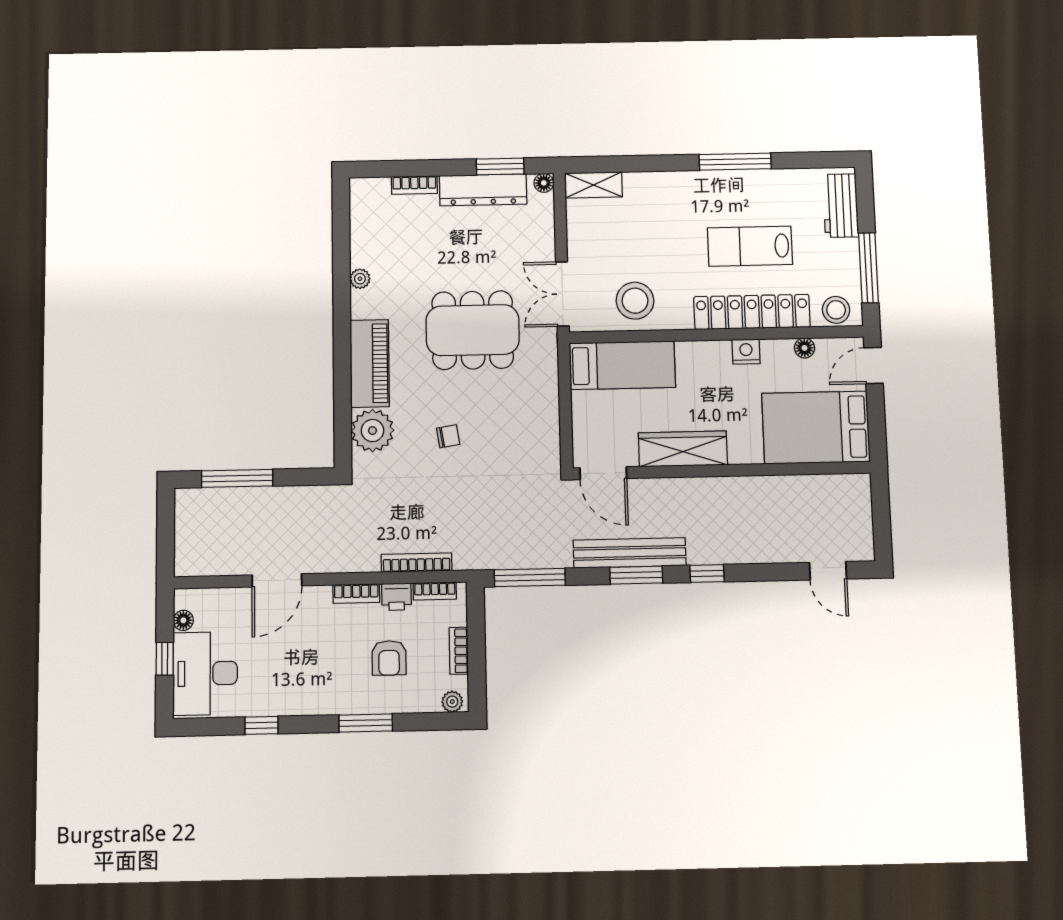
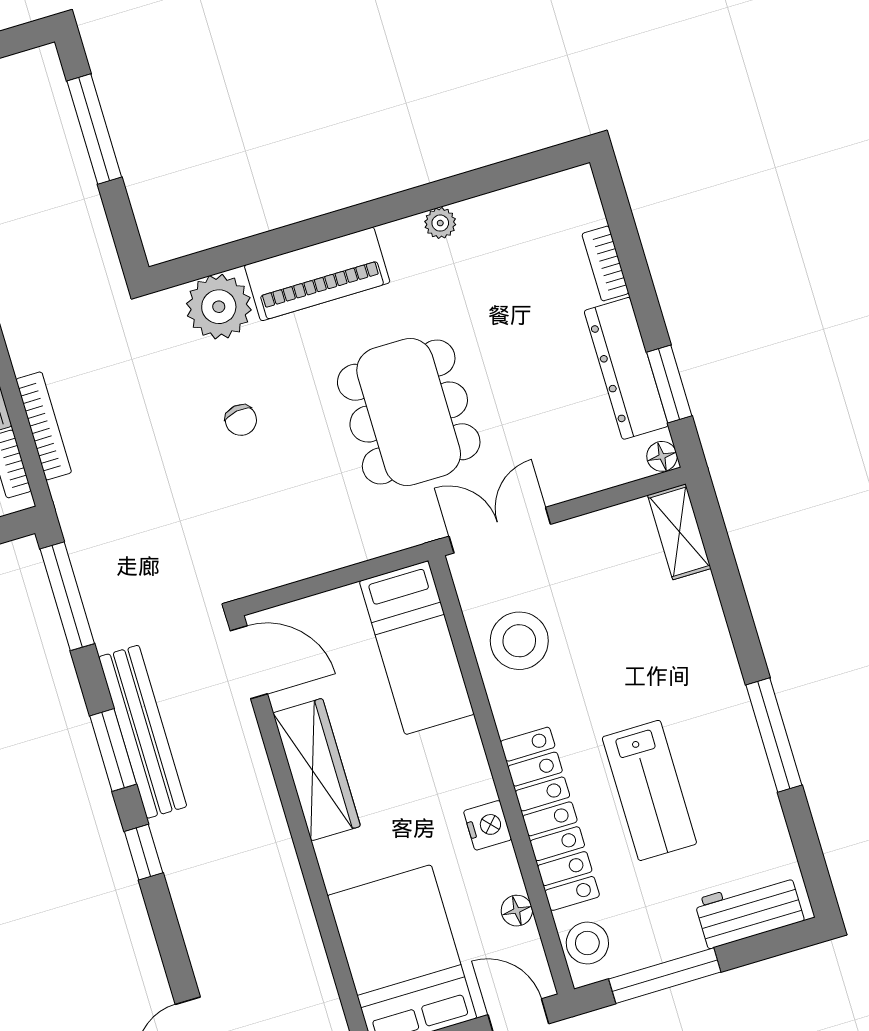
lab bench: (750, 246) -> (649, 790), turned 180
door: (603, 473) -> (249, 662), swing flipped

